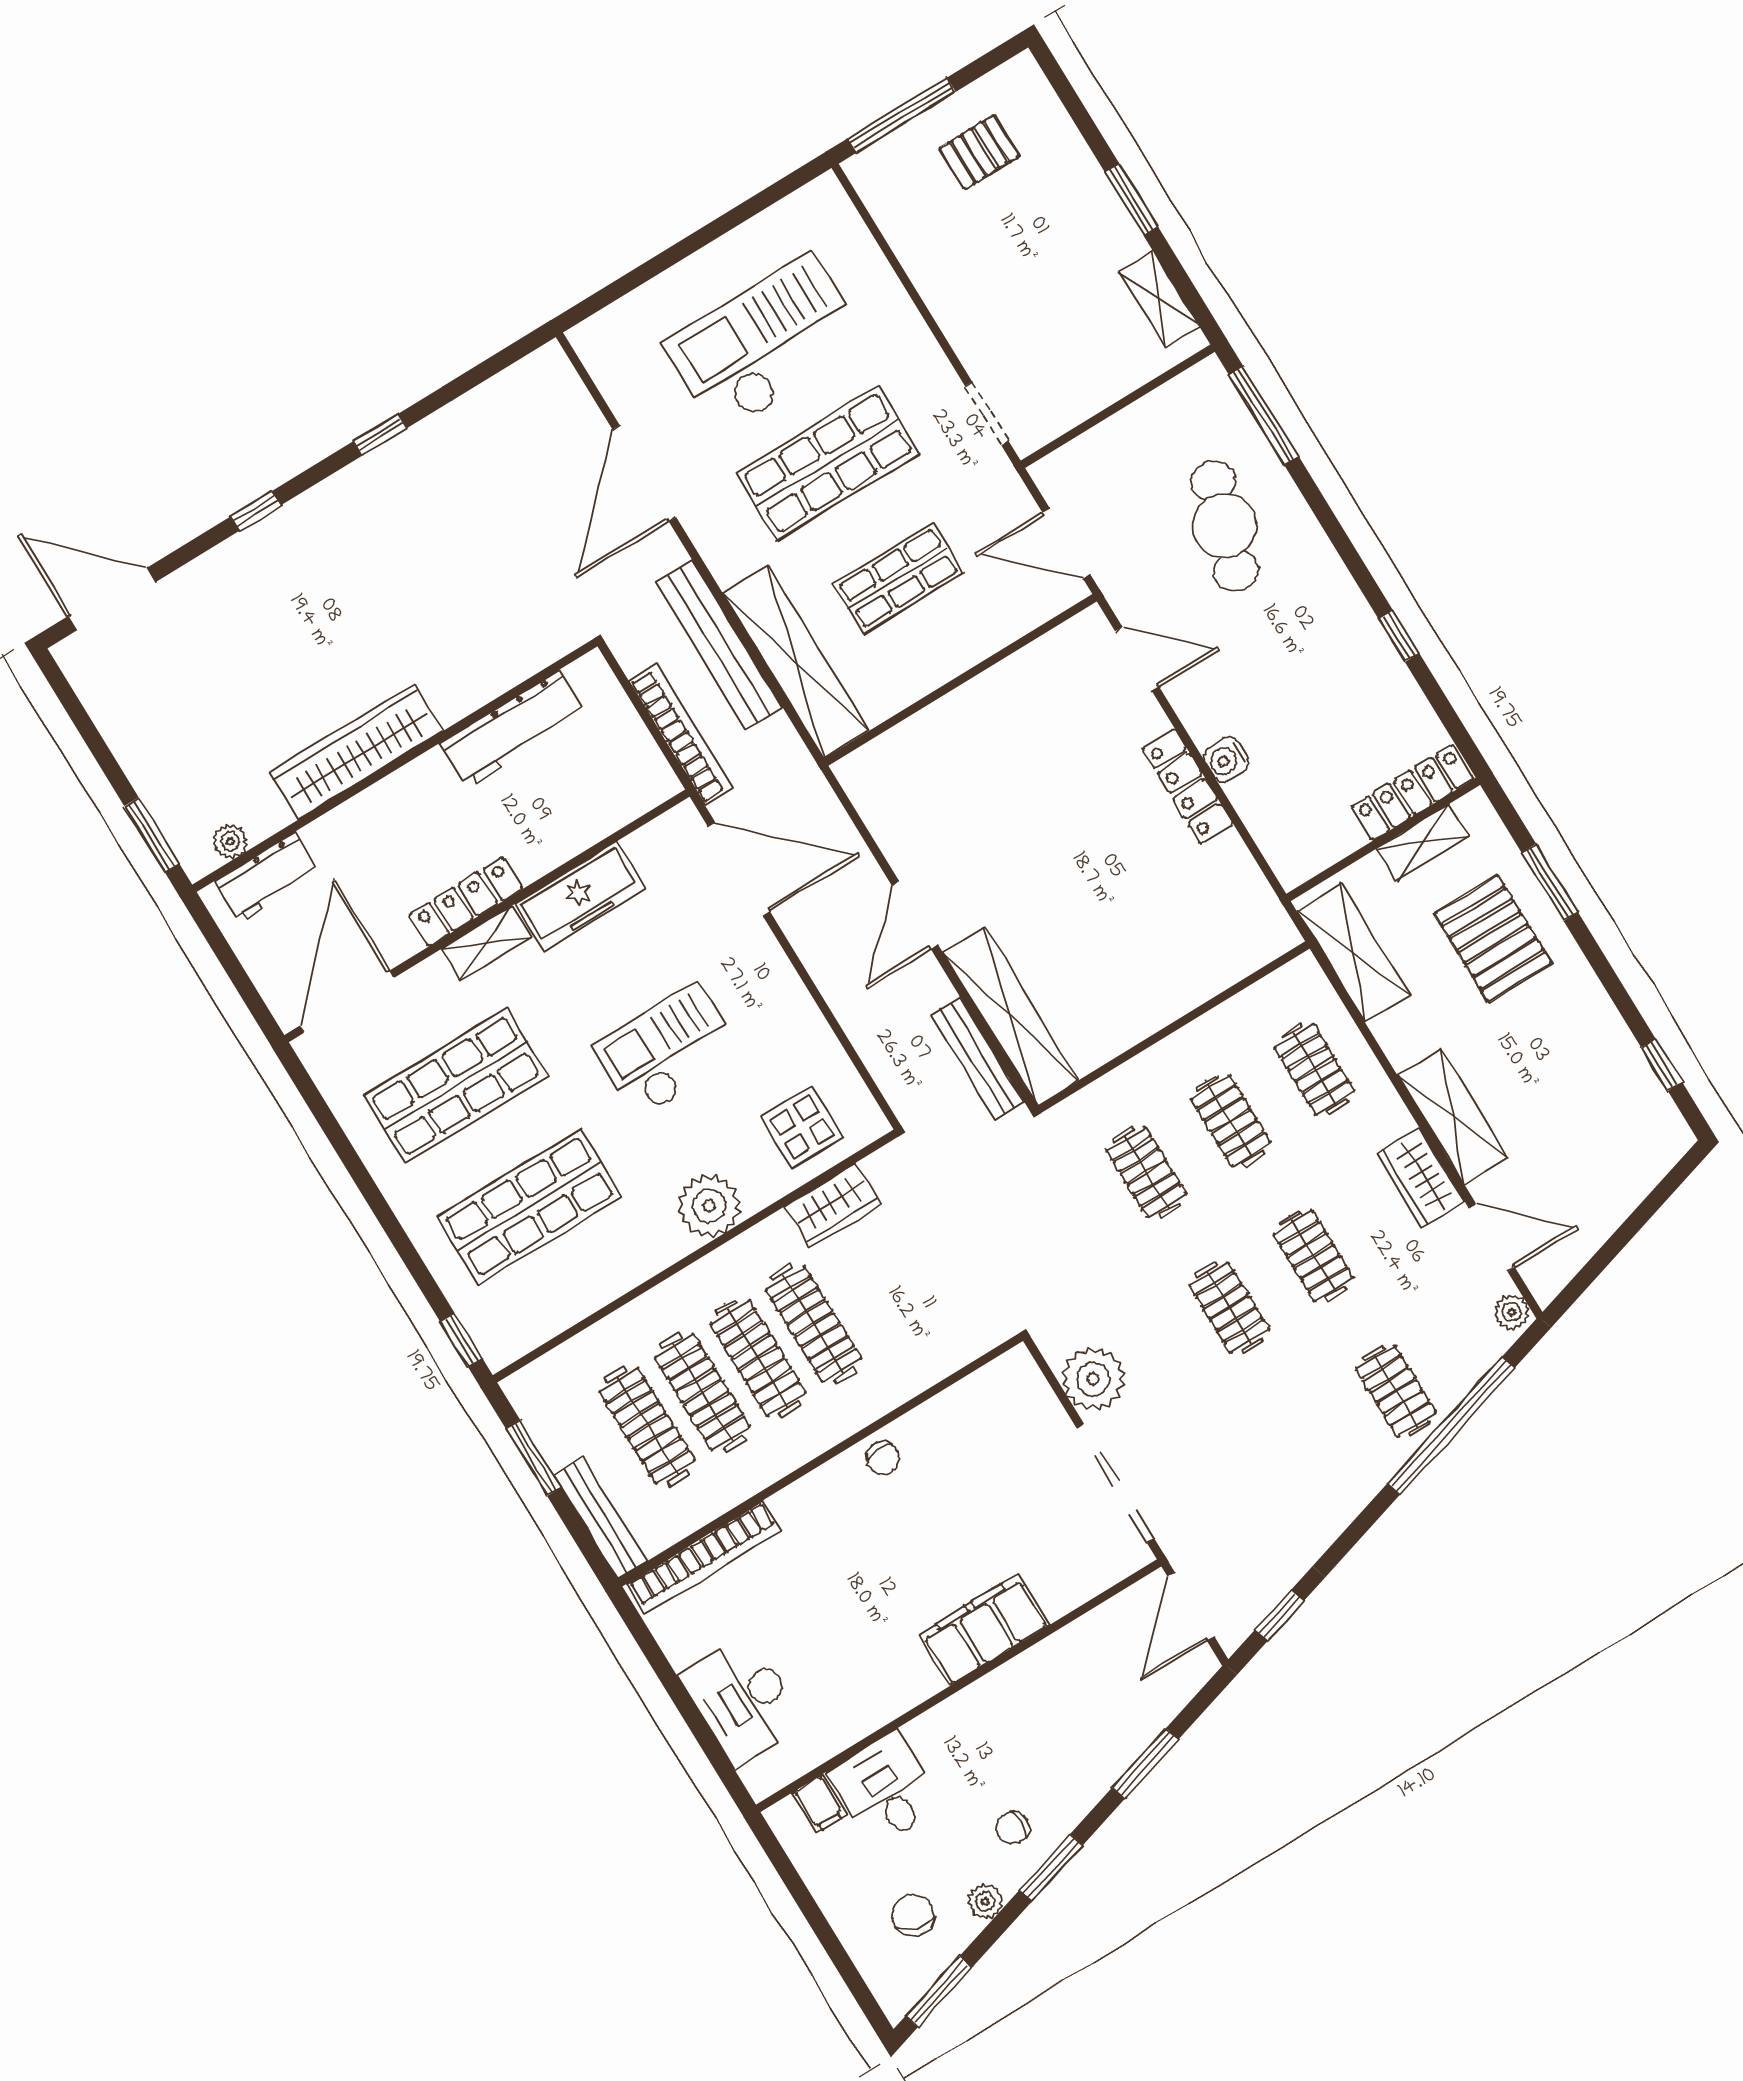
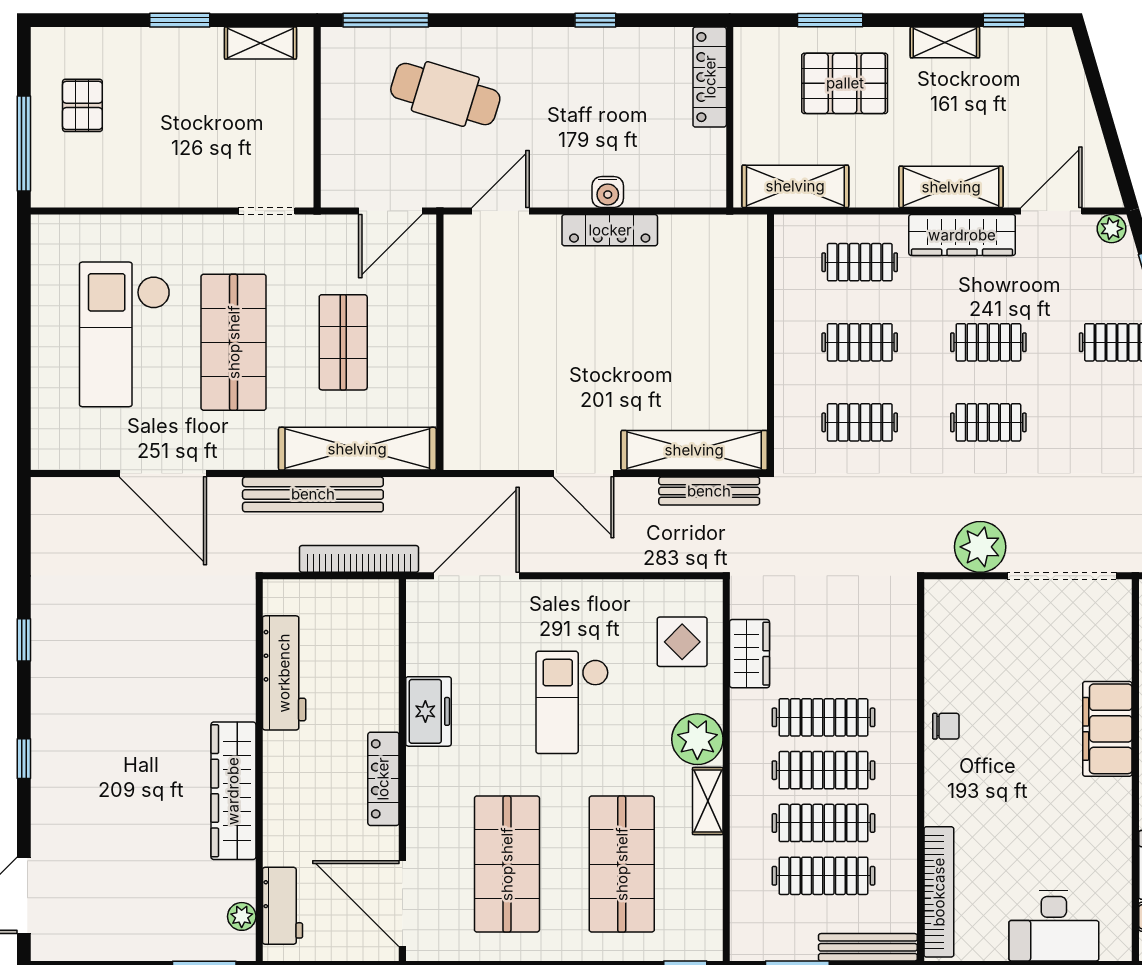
shelving: (1423, 842) -> (945, 42), moved, turned 90
freezer: (580, 896) -> (428, 711), width x0.71
shelving: (486, 943) -> (708, 801), moved
wardrobe: (1421, 1178) -> (962, 235), width x1.50

